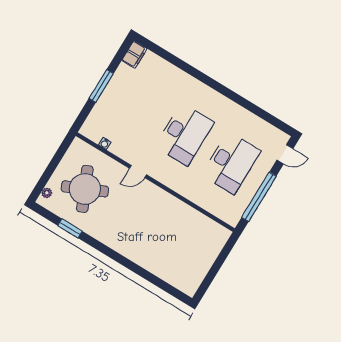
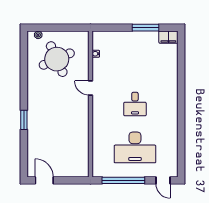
window: (101, 86) -> (146, 28), moved
desk: (184, 134) -> (135, 104), width x0.53, depth x0.77
window: (70, 228) -> (24, 120), moved
door: (207, 282) -> (44, 180), added

